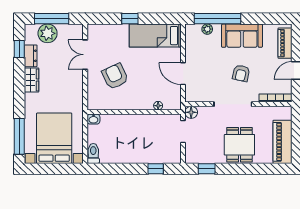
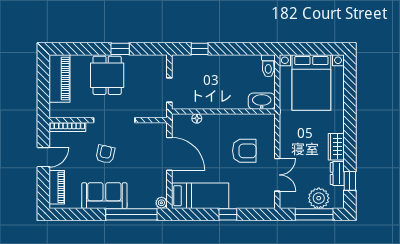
plant: (207, 29) -> (161, 203), moved
door: (183, 74) -> (169, 154), width x1.36
armchair: (115, 76) -> (244, 151), turned -65
floor lamp: (191, 112) -> (160, 111), removed
washbasin: (93, 119) -> (262, 101), width x1.91, depth x1.45
window: (19, 136) -> (350, 85), removed
window: (207, 169) -> (120, 49), moved

